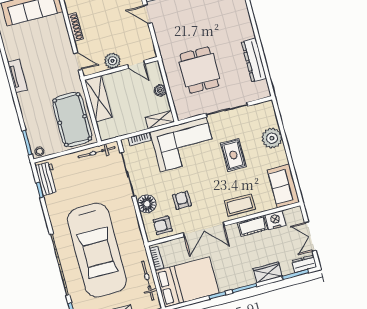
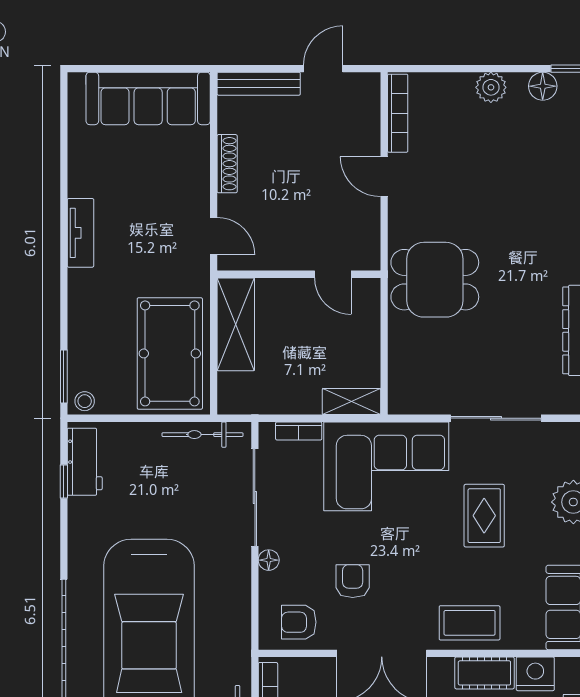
plant: (112, 61) -> (286, 254), removed
dining table: (199, 70) -> (435, 280), moved, turned 90
boiler: (160, 90) -> (368, 342), removed
floor lamp: (147, 204) -> (269, 560), width x0.53, depth x0.53

